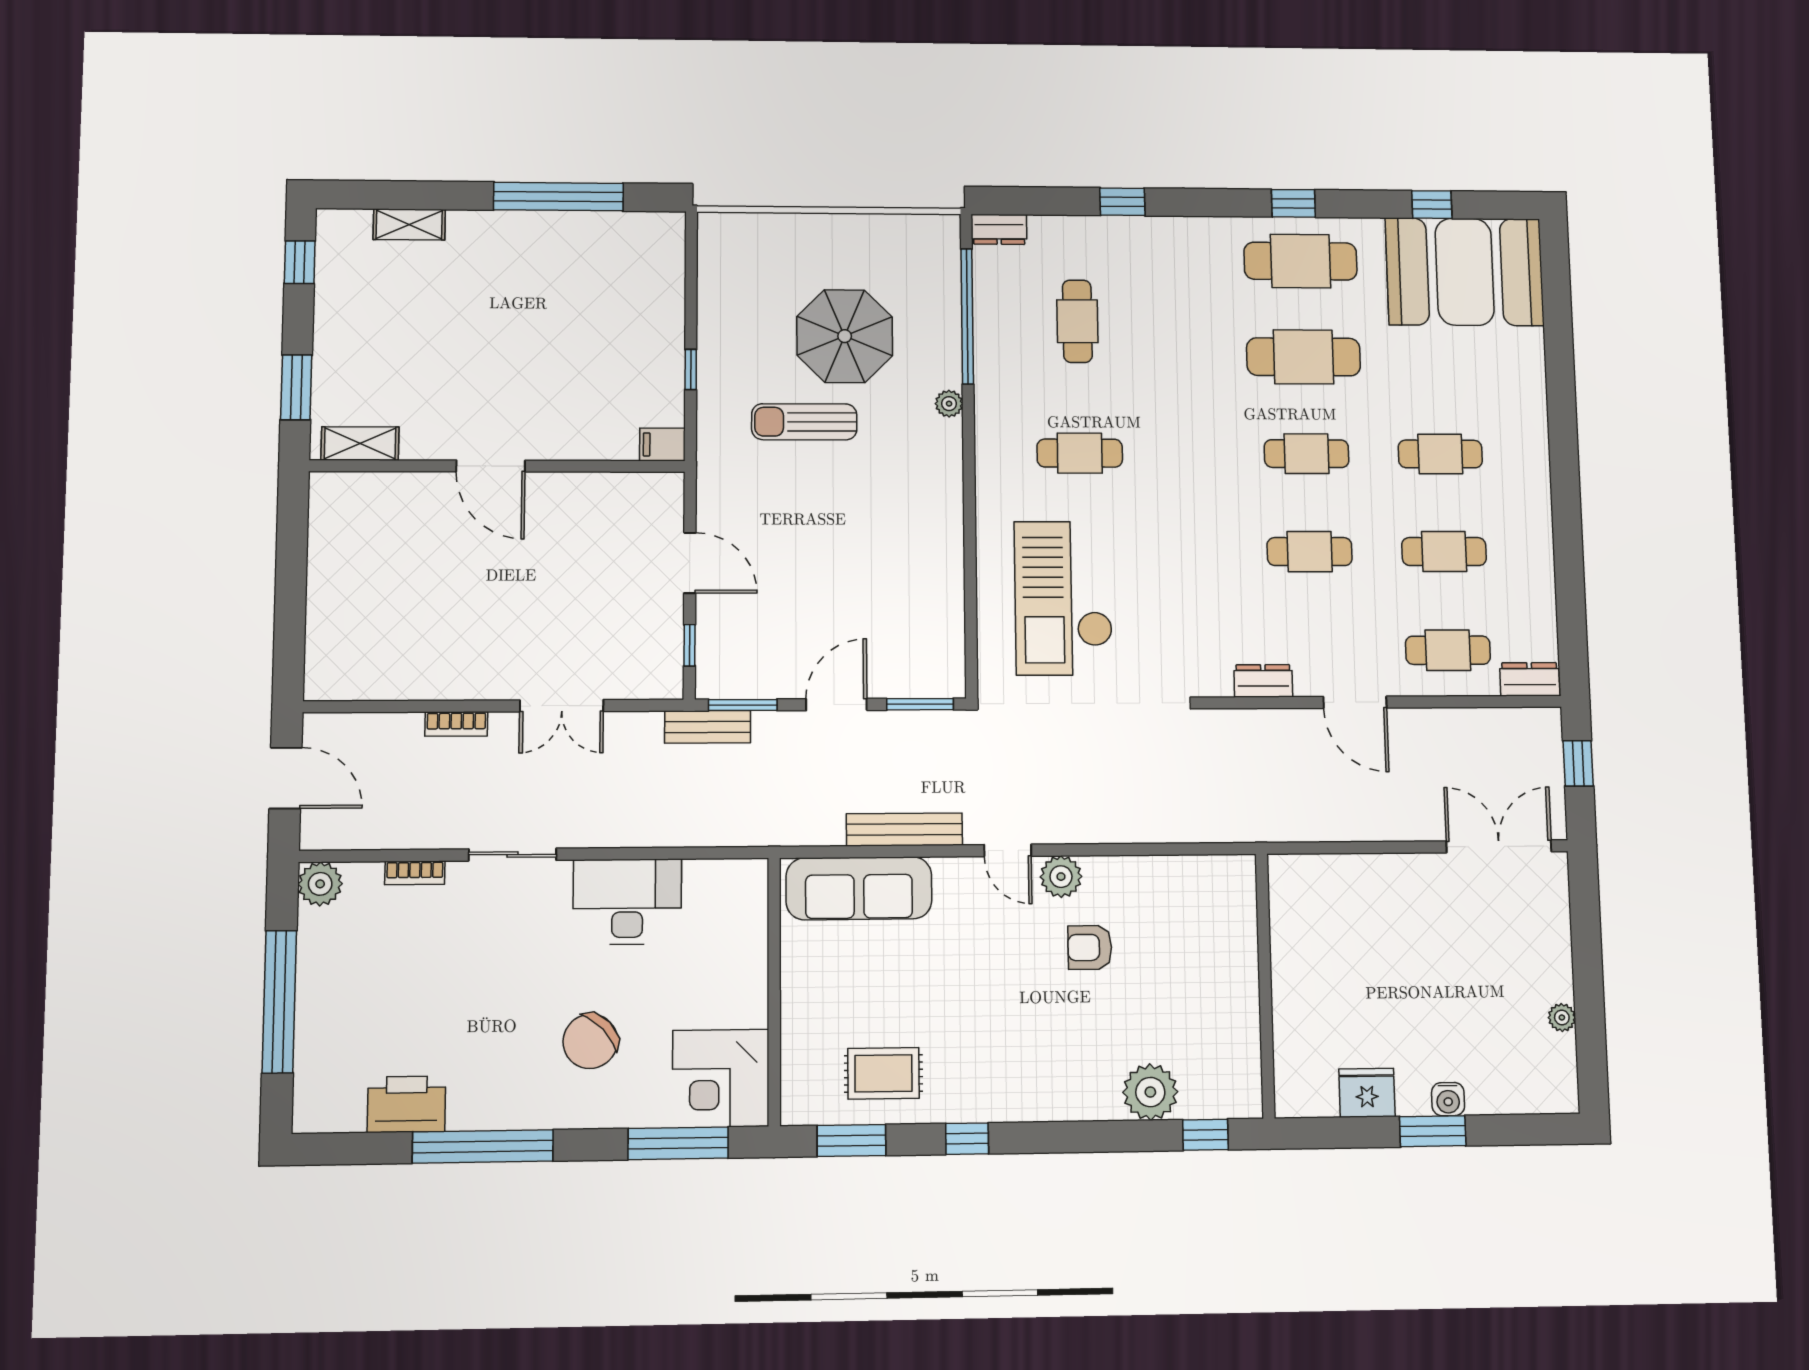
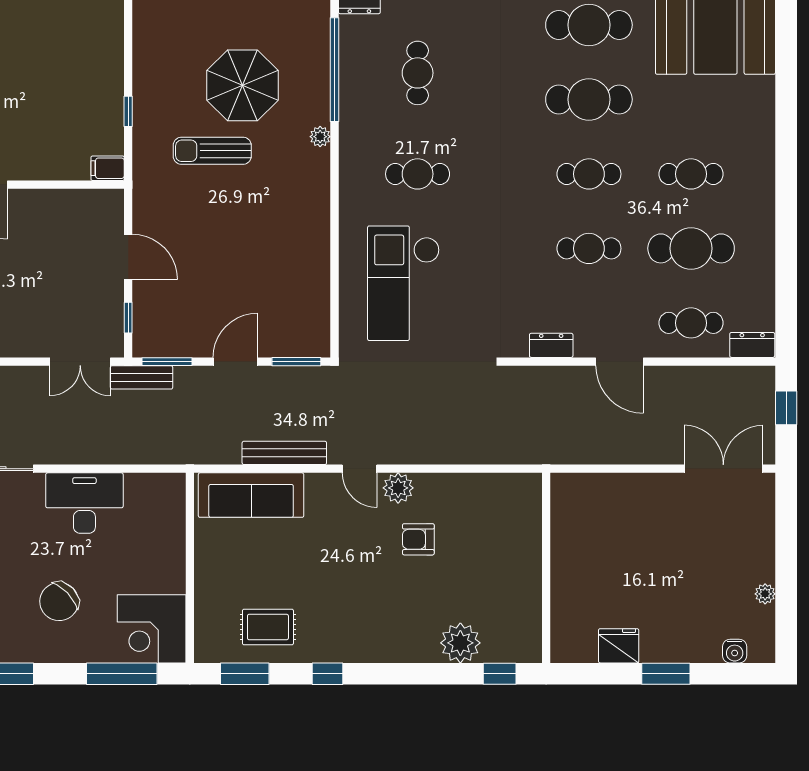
cafe table: (1444, 552) -> (691, 248), width x1.37, depth x1.35
double door: (562, 706) -> (80, 362), moved
water cooler: (1448, 1099) -> (735, 651), moved

